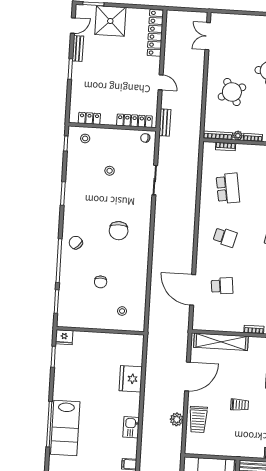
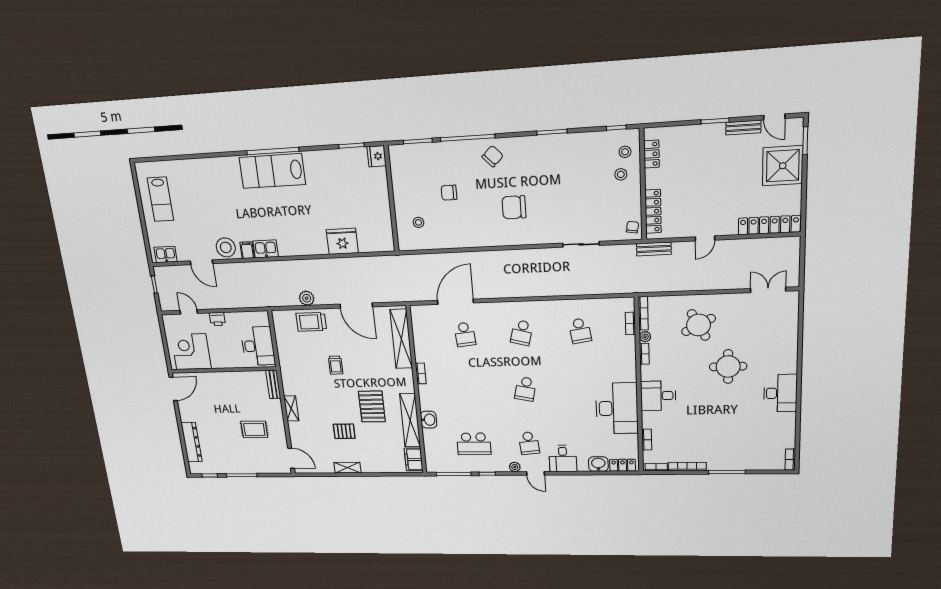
stool: (110, 171) -> (621, 174), moved
school desk: (228, 188) -> (580, 331), width x0.54
kitchen sink: (131, 427) -> (266, 249), moved

